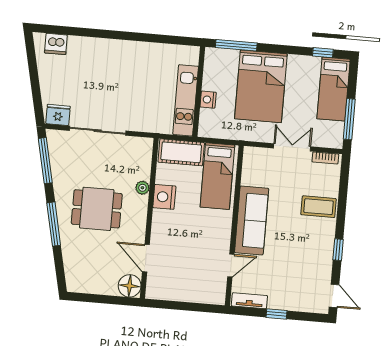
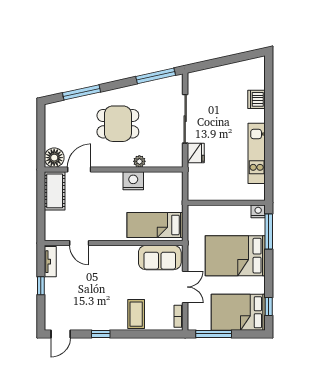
dishwasher: (56, 44) -> (257, 99), moved
bed: (334, 89) -> (238, 312), width x1.50
kitchen unit: (186, 100) -> (257, 153), moved, turned -90
nightstand: (208, 100) -> (258, 211), moved
fridge: (58, 115) -> (196, 153), moved
cot: (181, 152) -> (55, 191), moved
dining table: (97, 209) -> (118, 124), turned 90
sofa: (252, 220) -> (160, 258), moved, width x0.73
window: (54, 224) -> (82, 92), moved

